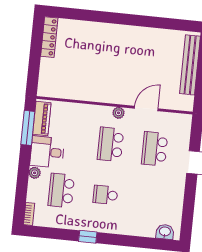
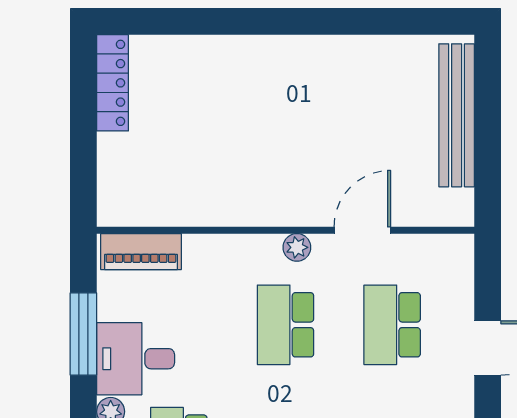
piano: (42, 118) -> (141, 252), moved, turned 90
window: (28, 128) -> (83, 334), moved

